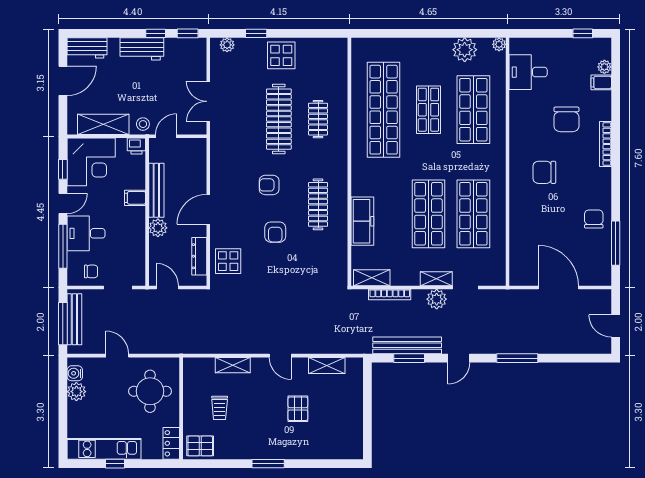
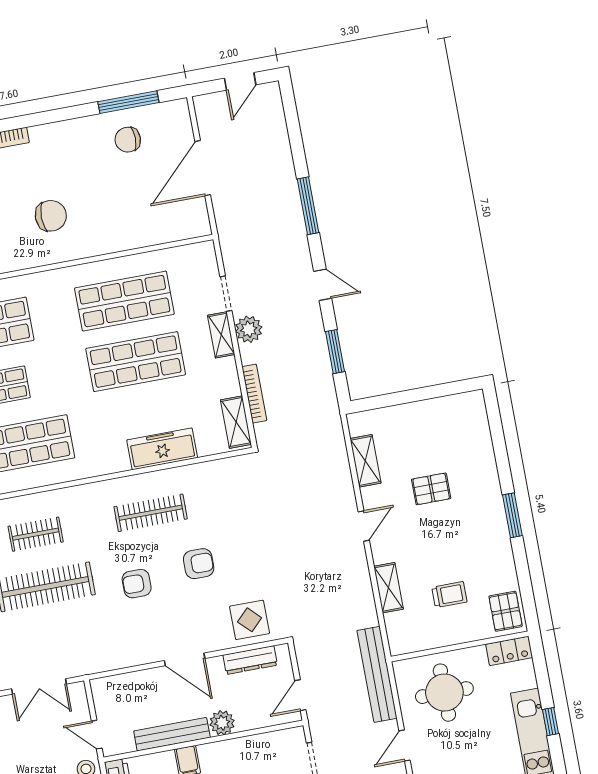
chair: (544, 172) -> (51, 216), turned -90
armchair: (269, 185) -> (137, 584), turned 90
chair: (594, 219) -> (128, 140), moved
bench: (407, 345) -> (377, 674), moved

